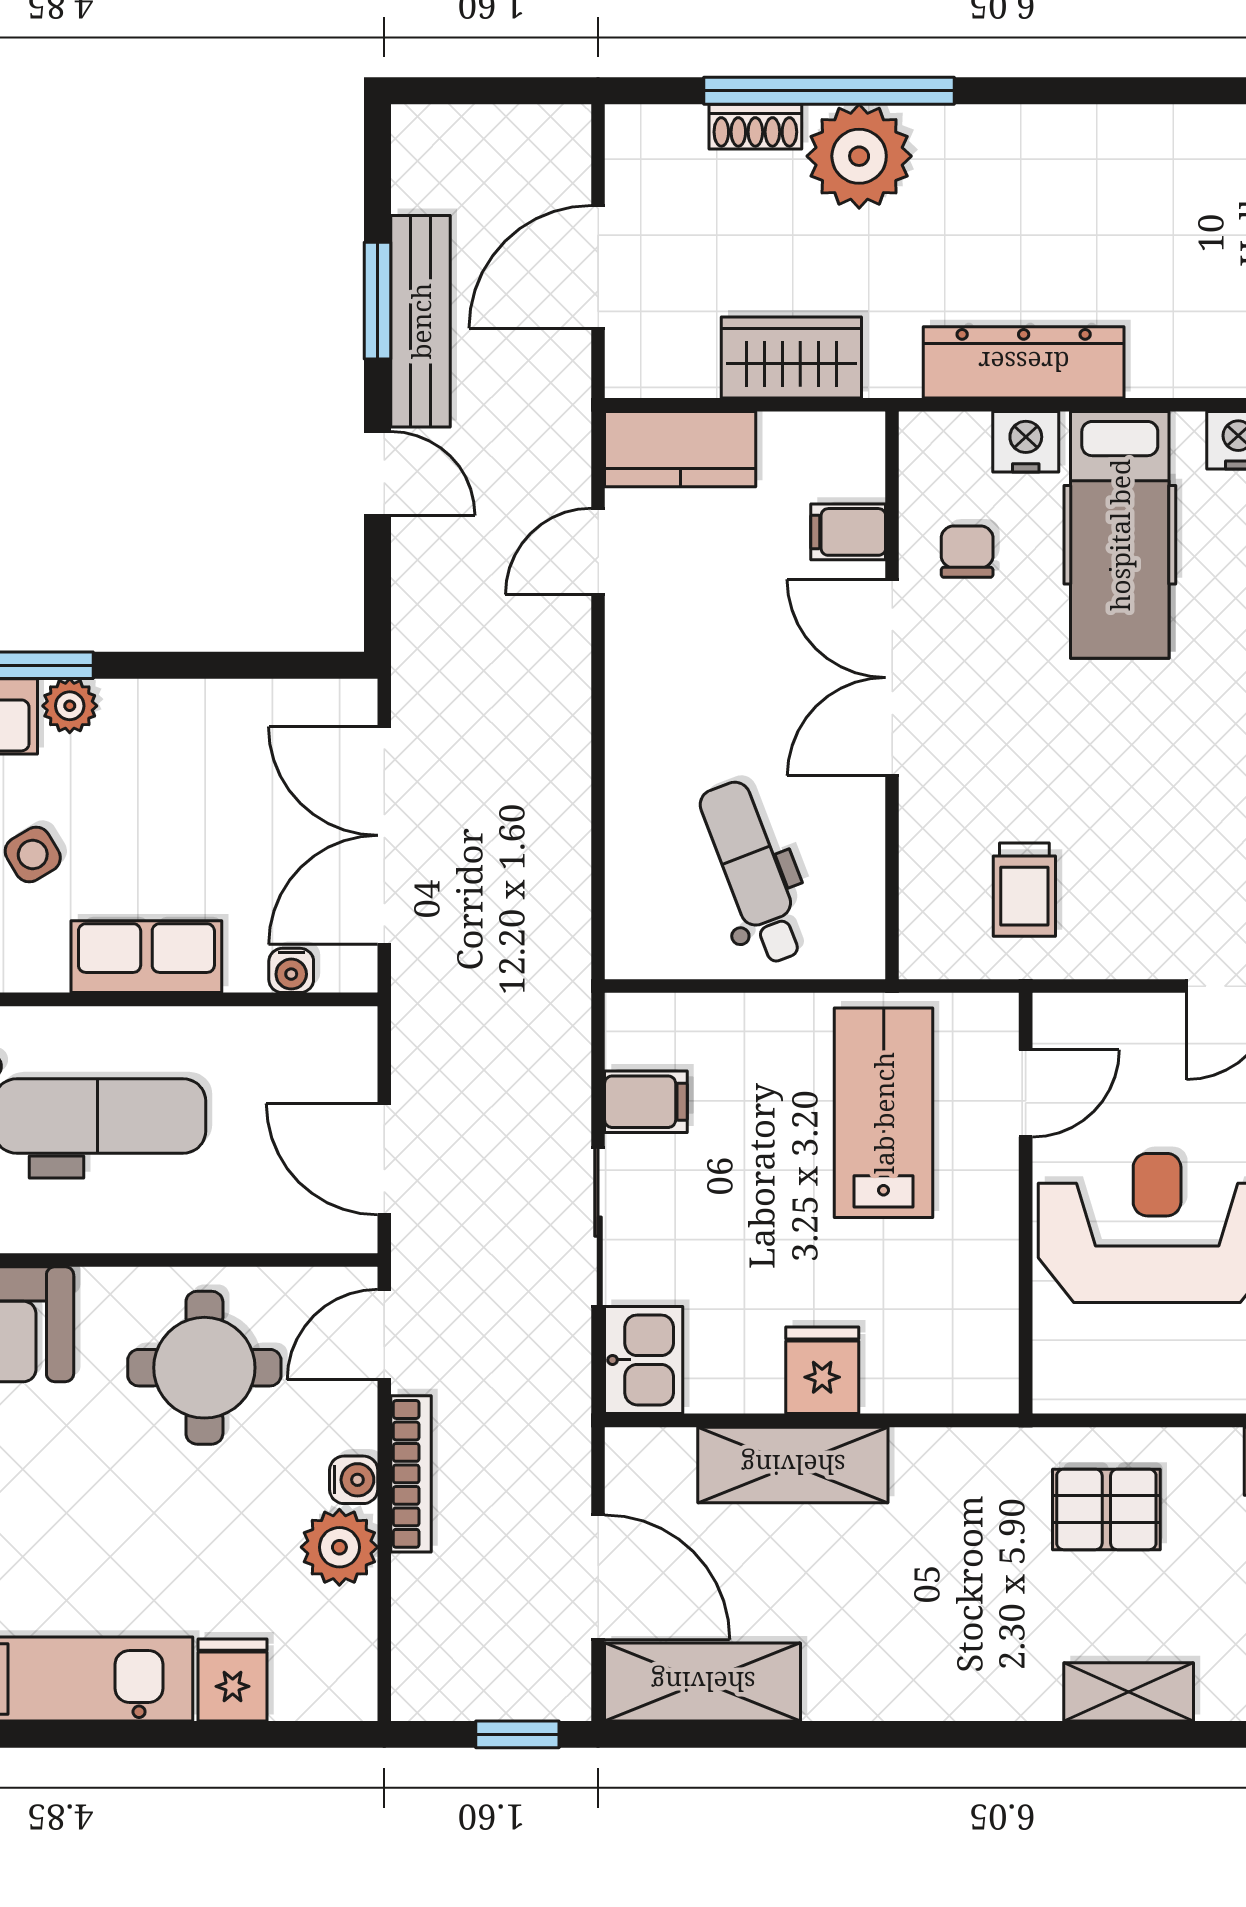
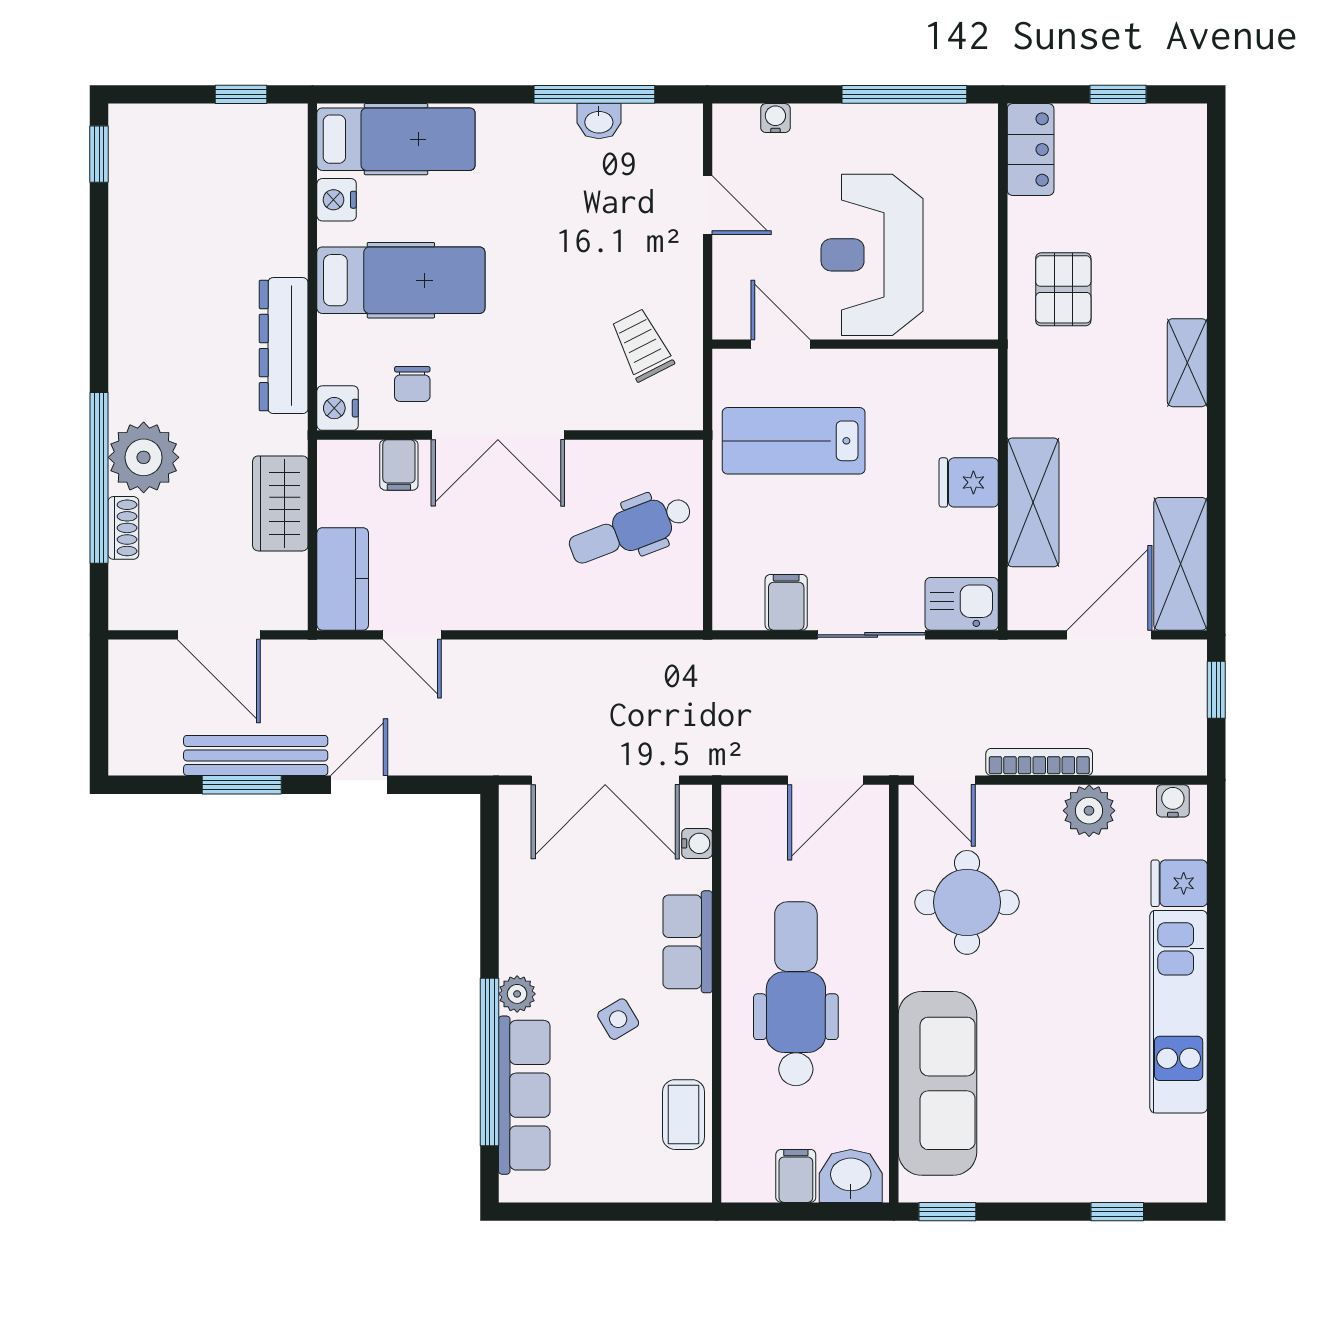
nightstand: (1026, 442) -> (338, 408), moved
chair: (967, 552) -> (412, 384), turned -90
trolley: (1024, 890) -> (642, 345), turned -117
water cooler: (354, 1480) -> (1173, 801), moved
shelving: (1129, 1692) -> (1187, 363), moved

